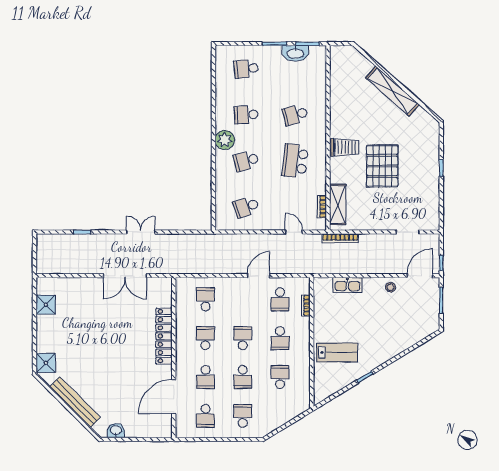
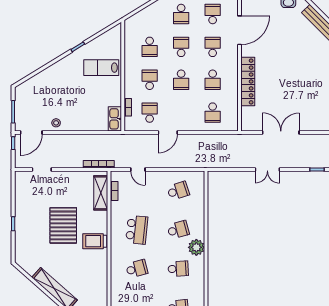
kitchen sink: (347, 285) -> (115, 119), moved, turned -90

